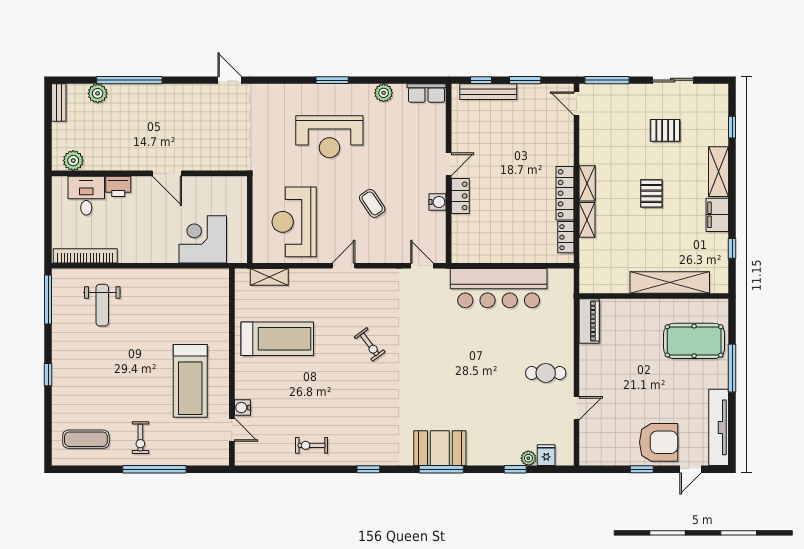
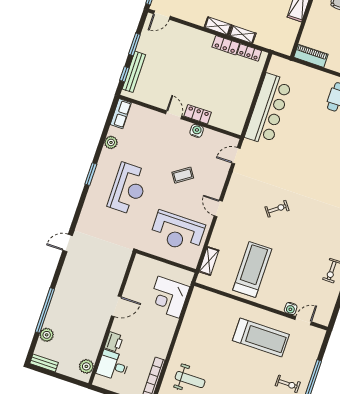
locker: (565, 193) -> (226, 45), width x0.66

